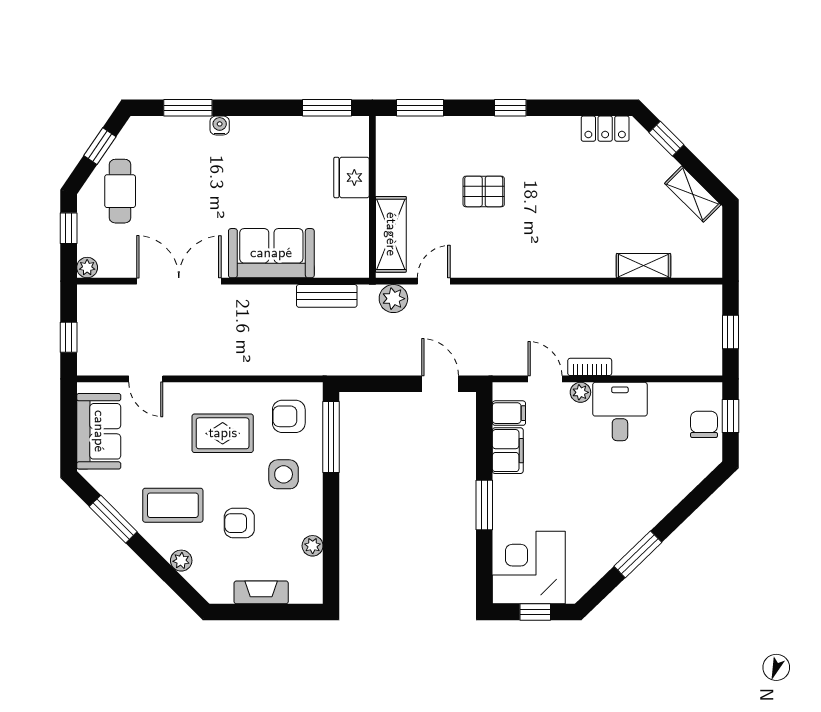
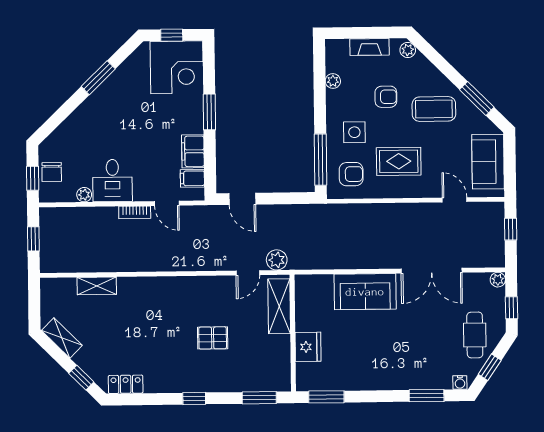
water cooler: (220, 125) -> (460, 382), moved
bench: (327, 296) -> (325, 261), removed
plant: (580, 392) -> (84, 195), moved
plant: (181, 561) -> (408, 50), moved

